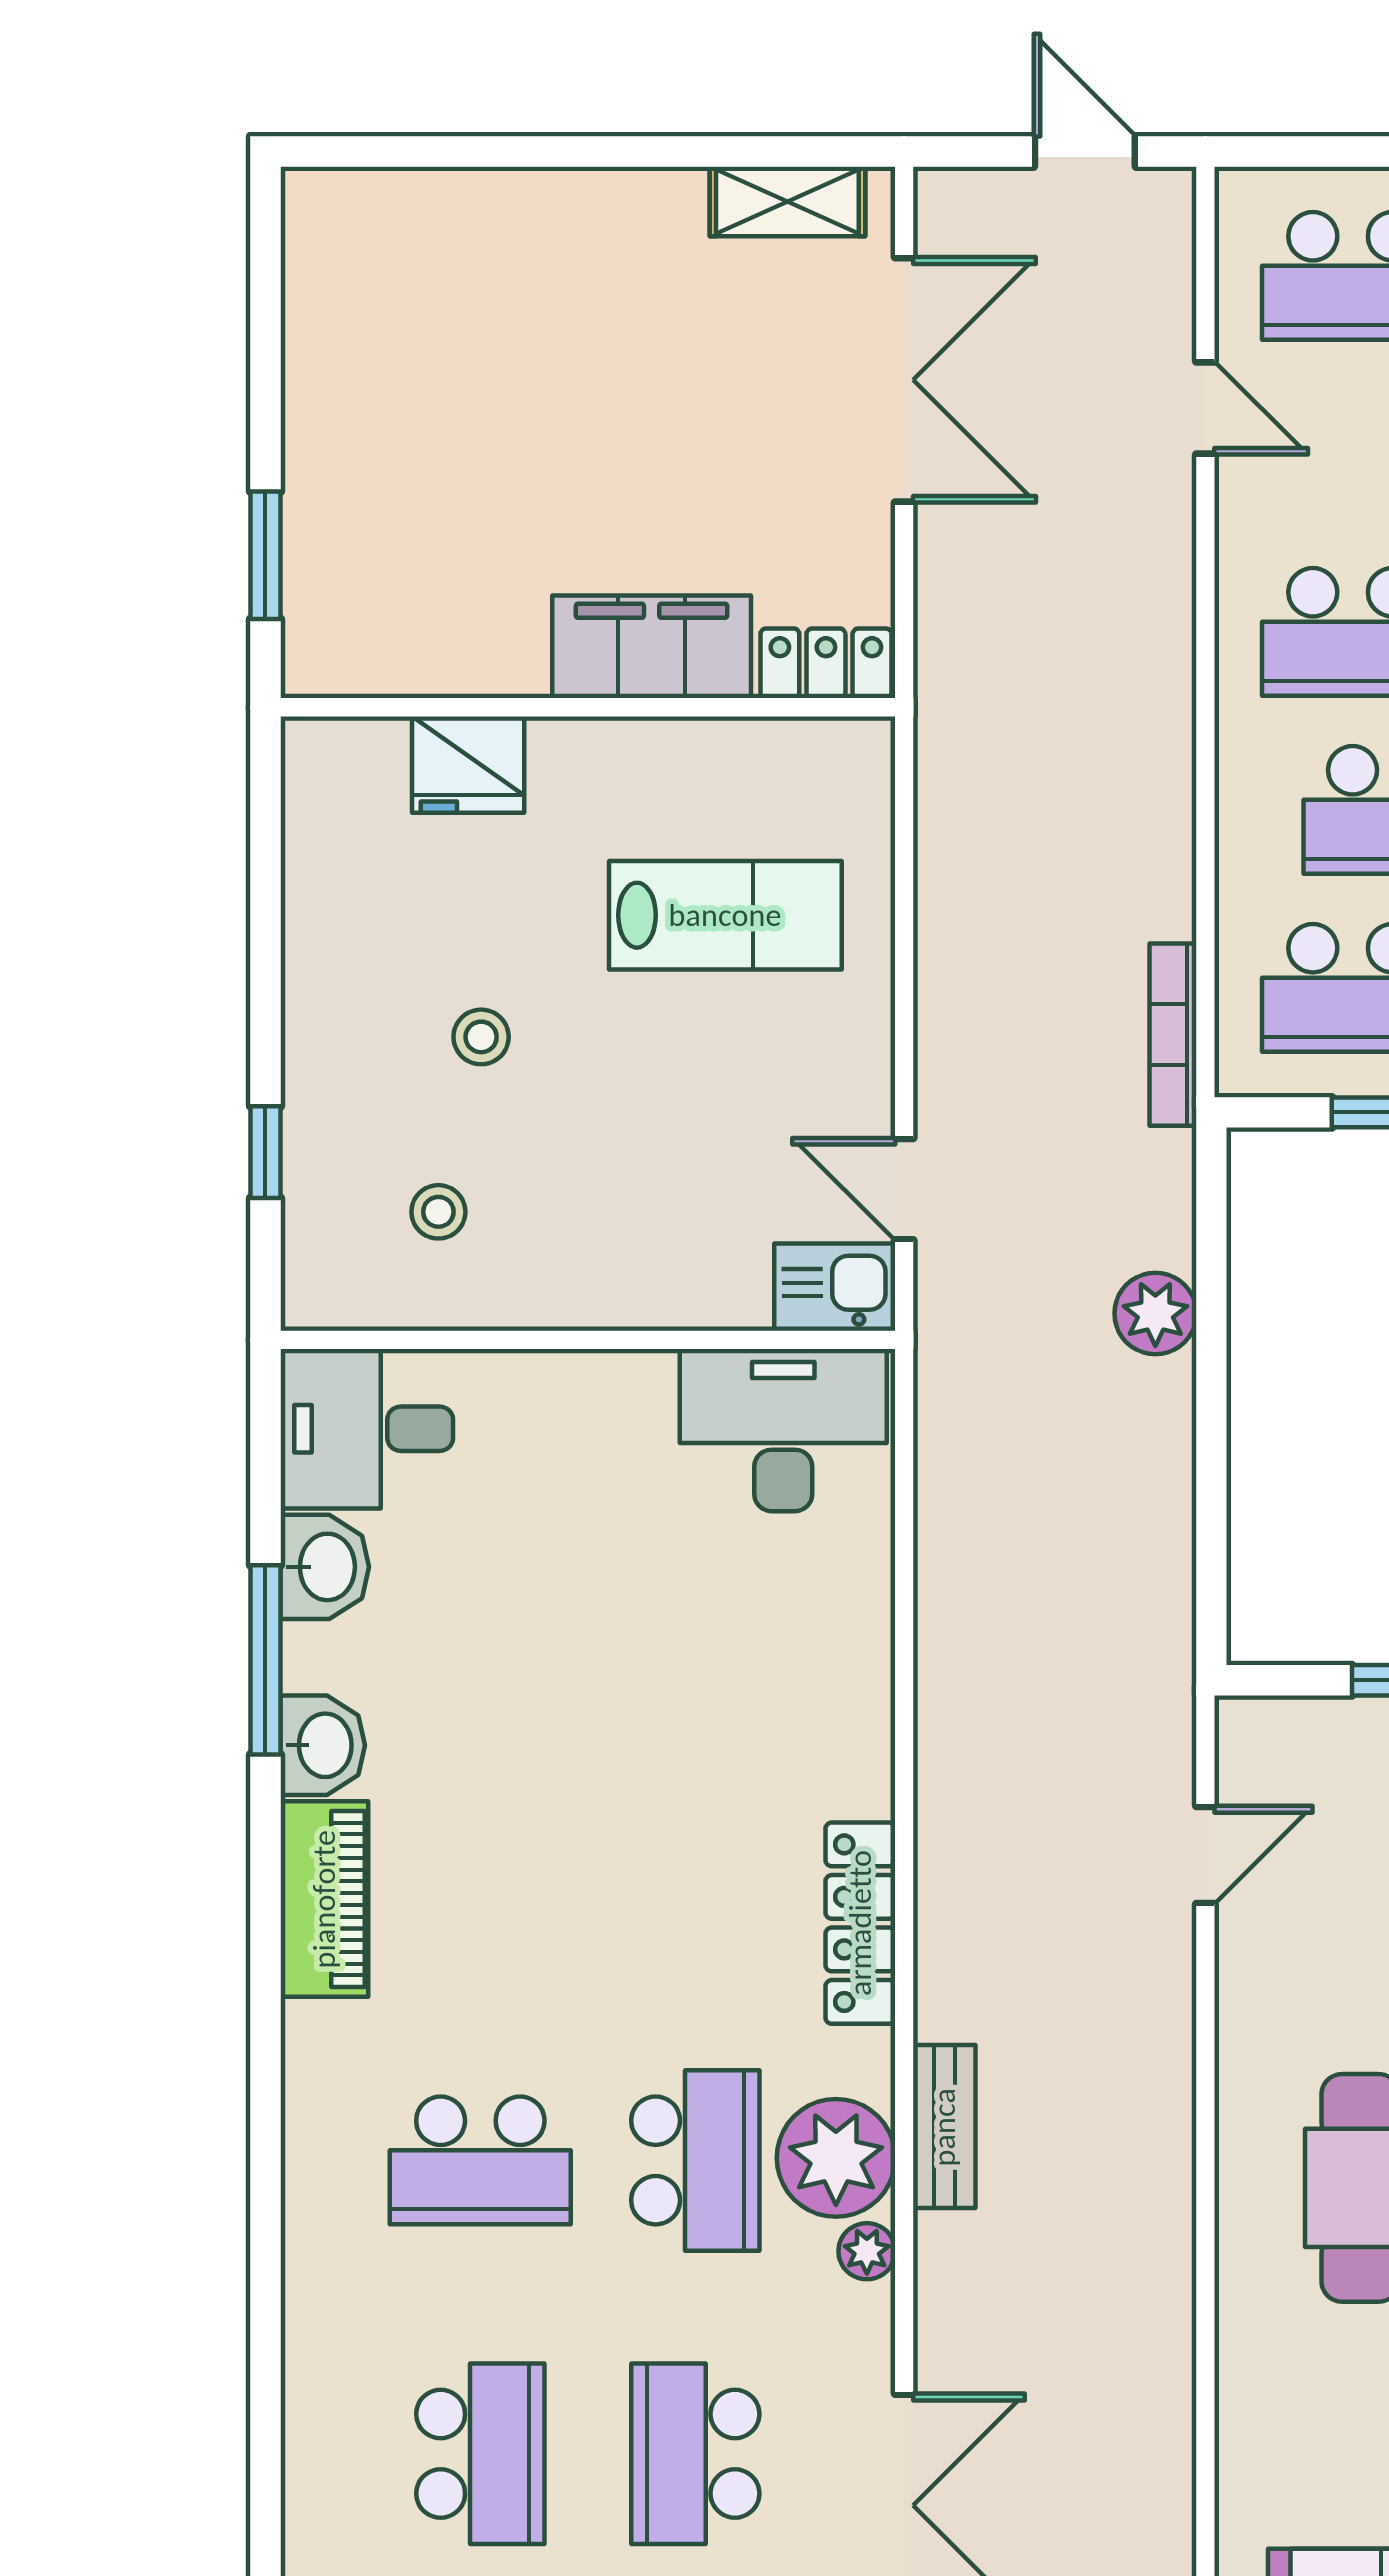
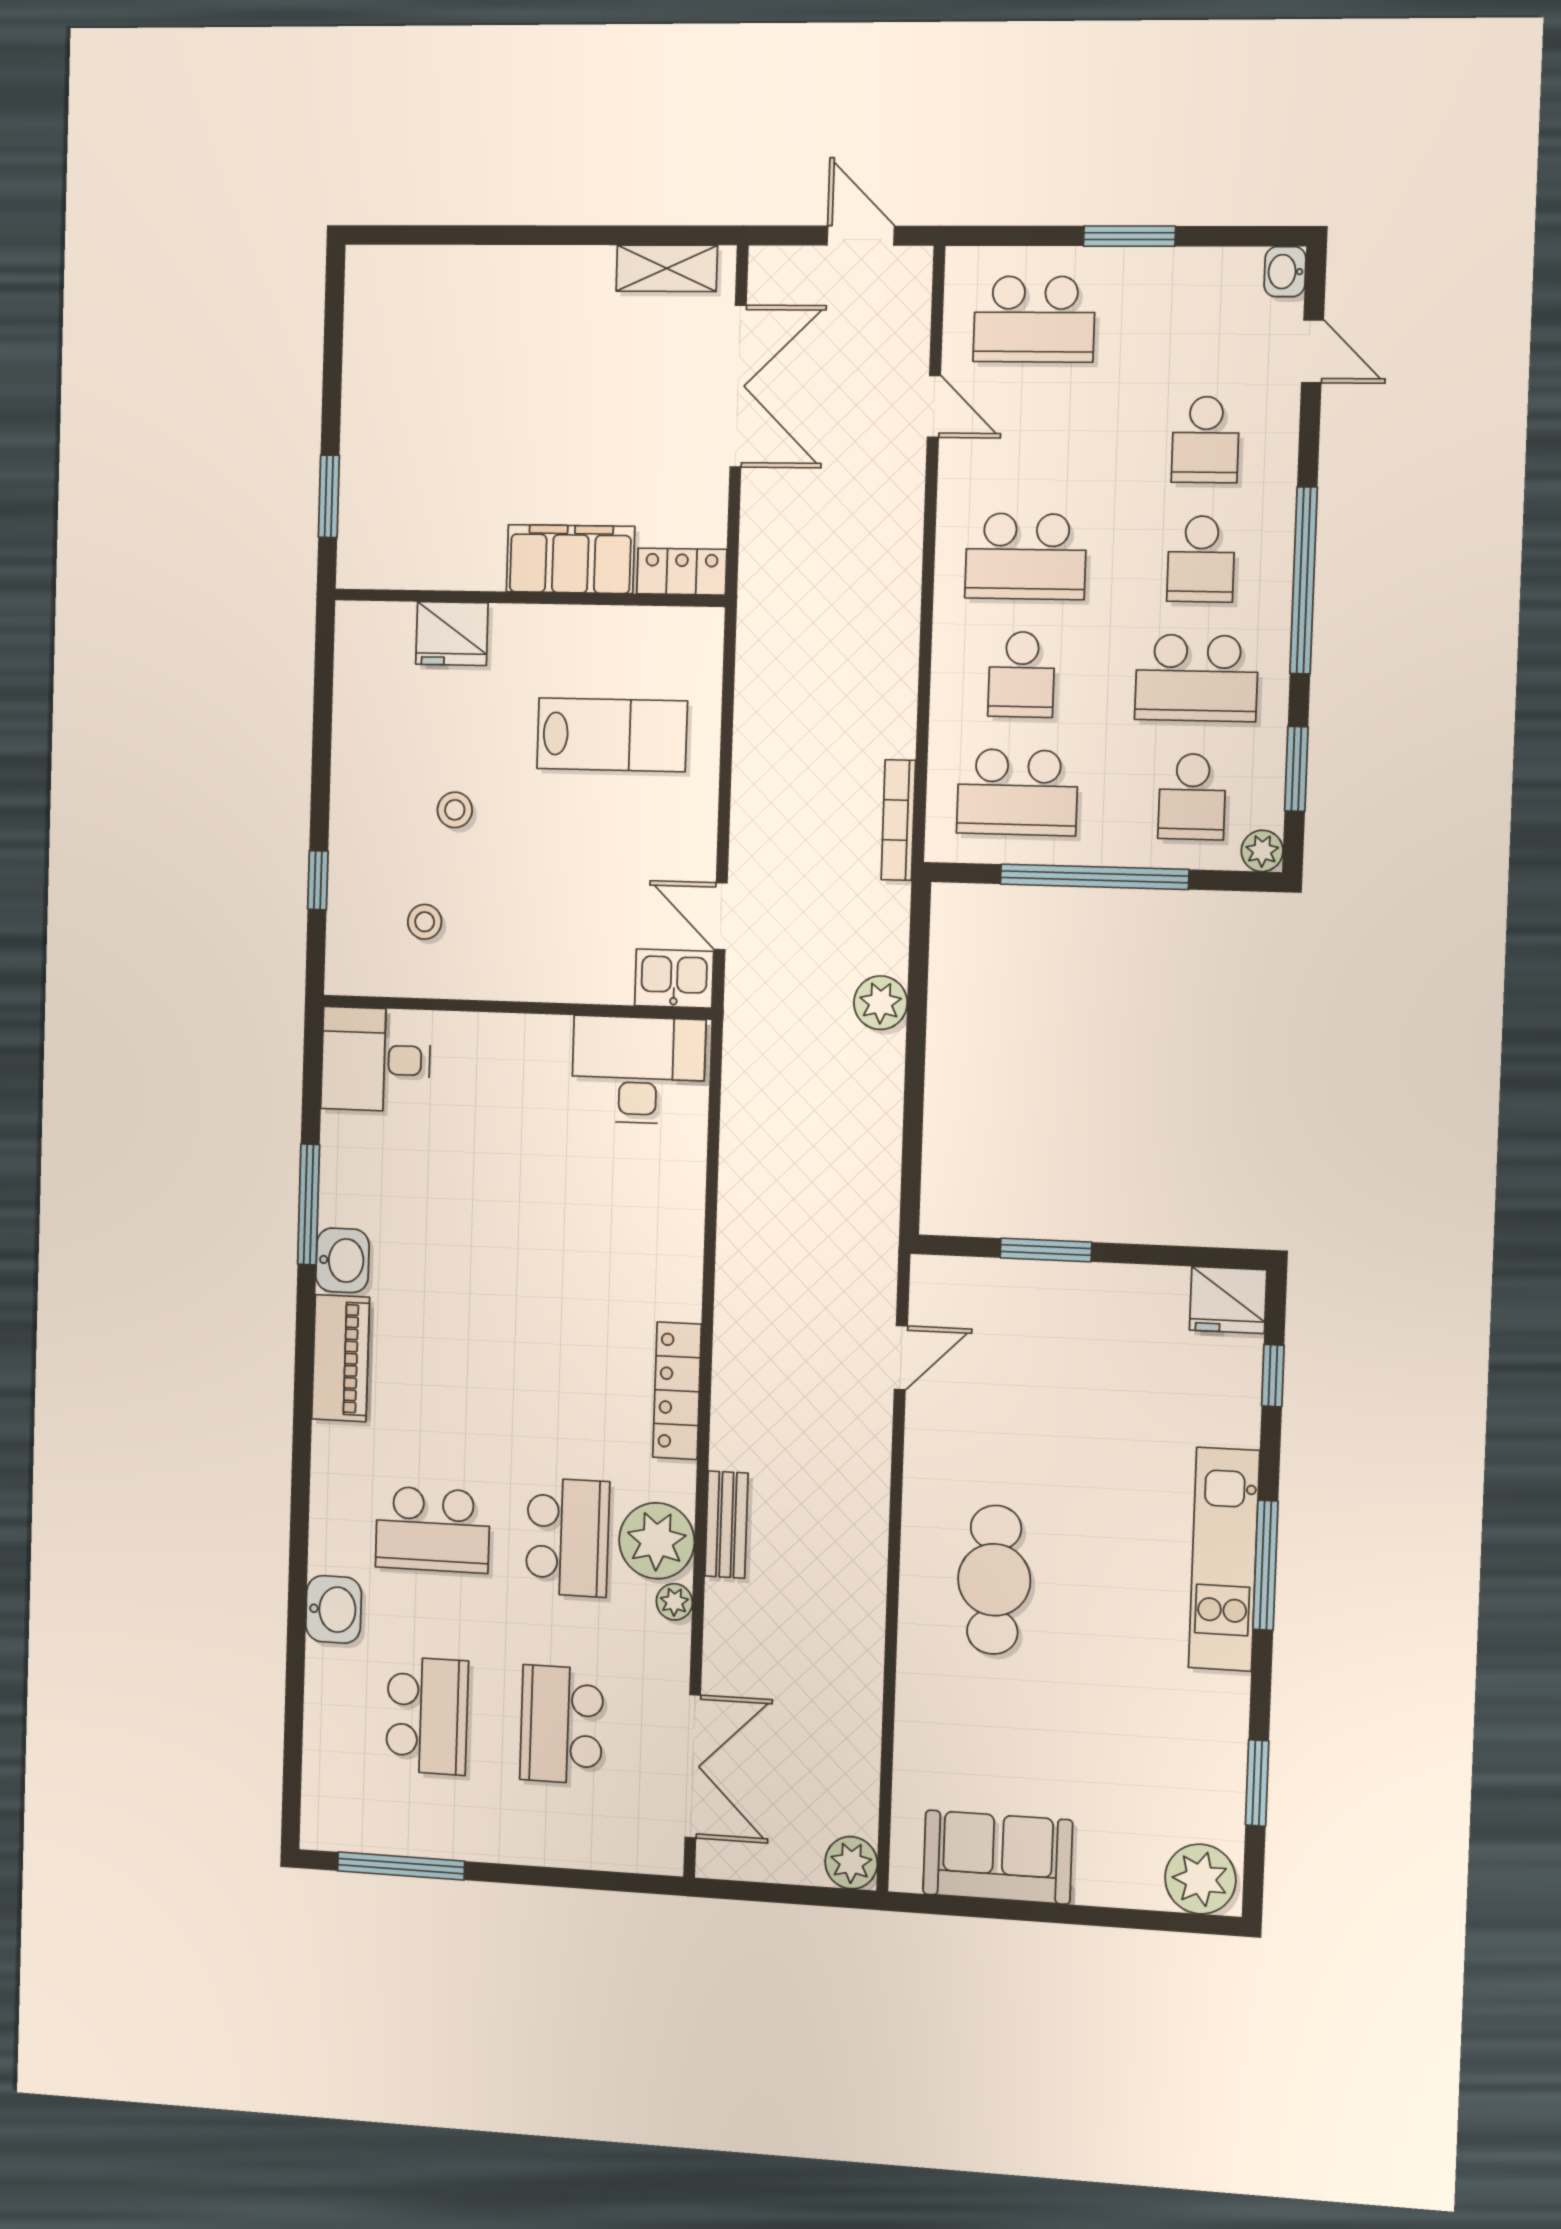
washbasin: (325, 1567) -> (334, 1609), moved

